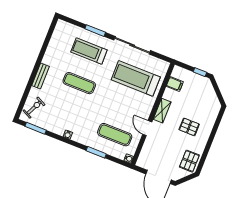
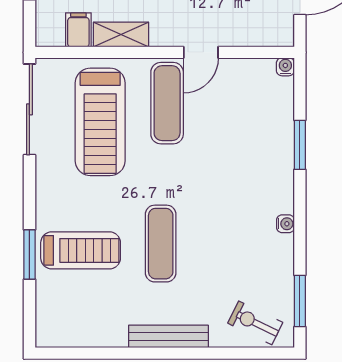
sliding door: (132, 45) -> (29, 109), moved
treadmill: (89, 51) -> (81, 250), turned -90
bench: (40, 76) -> (168, 336), width x1.36
shelving: (162, 111) -> (121, 34), moved
exercise mat: (115, 135) -> (167, 103), moved

